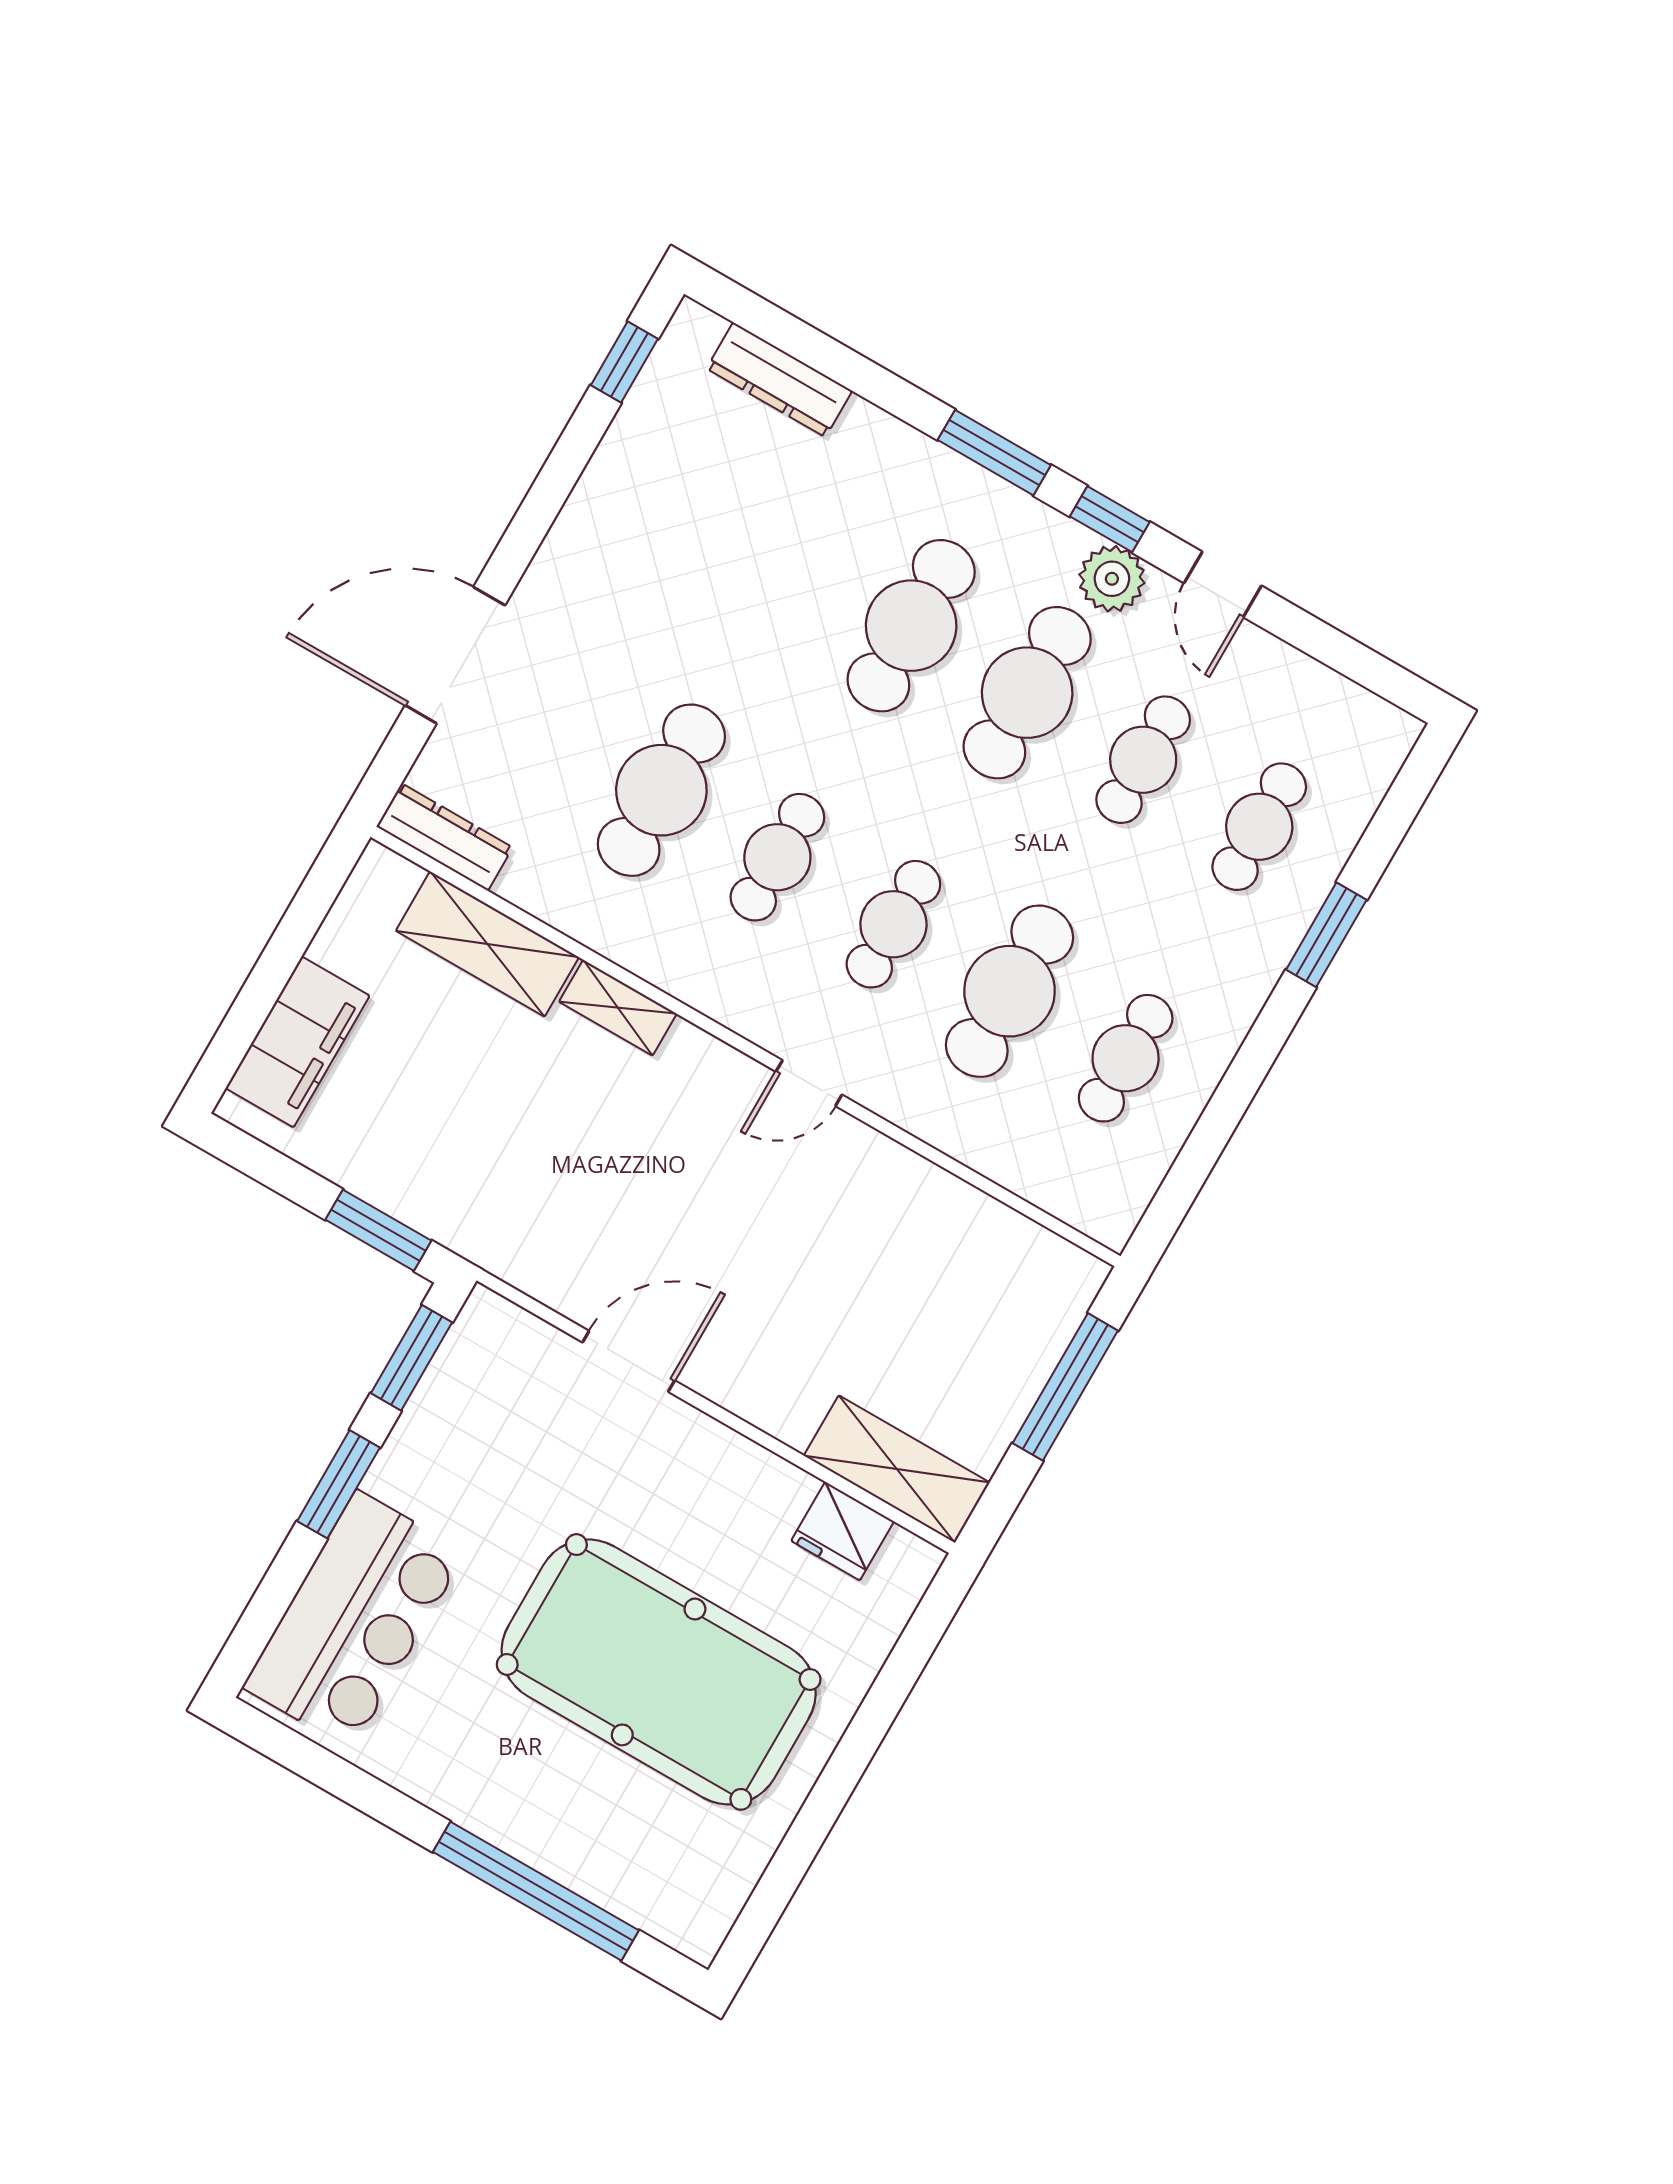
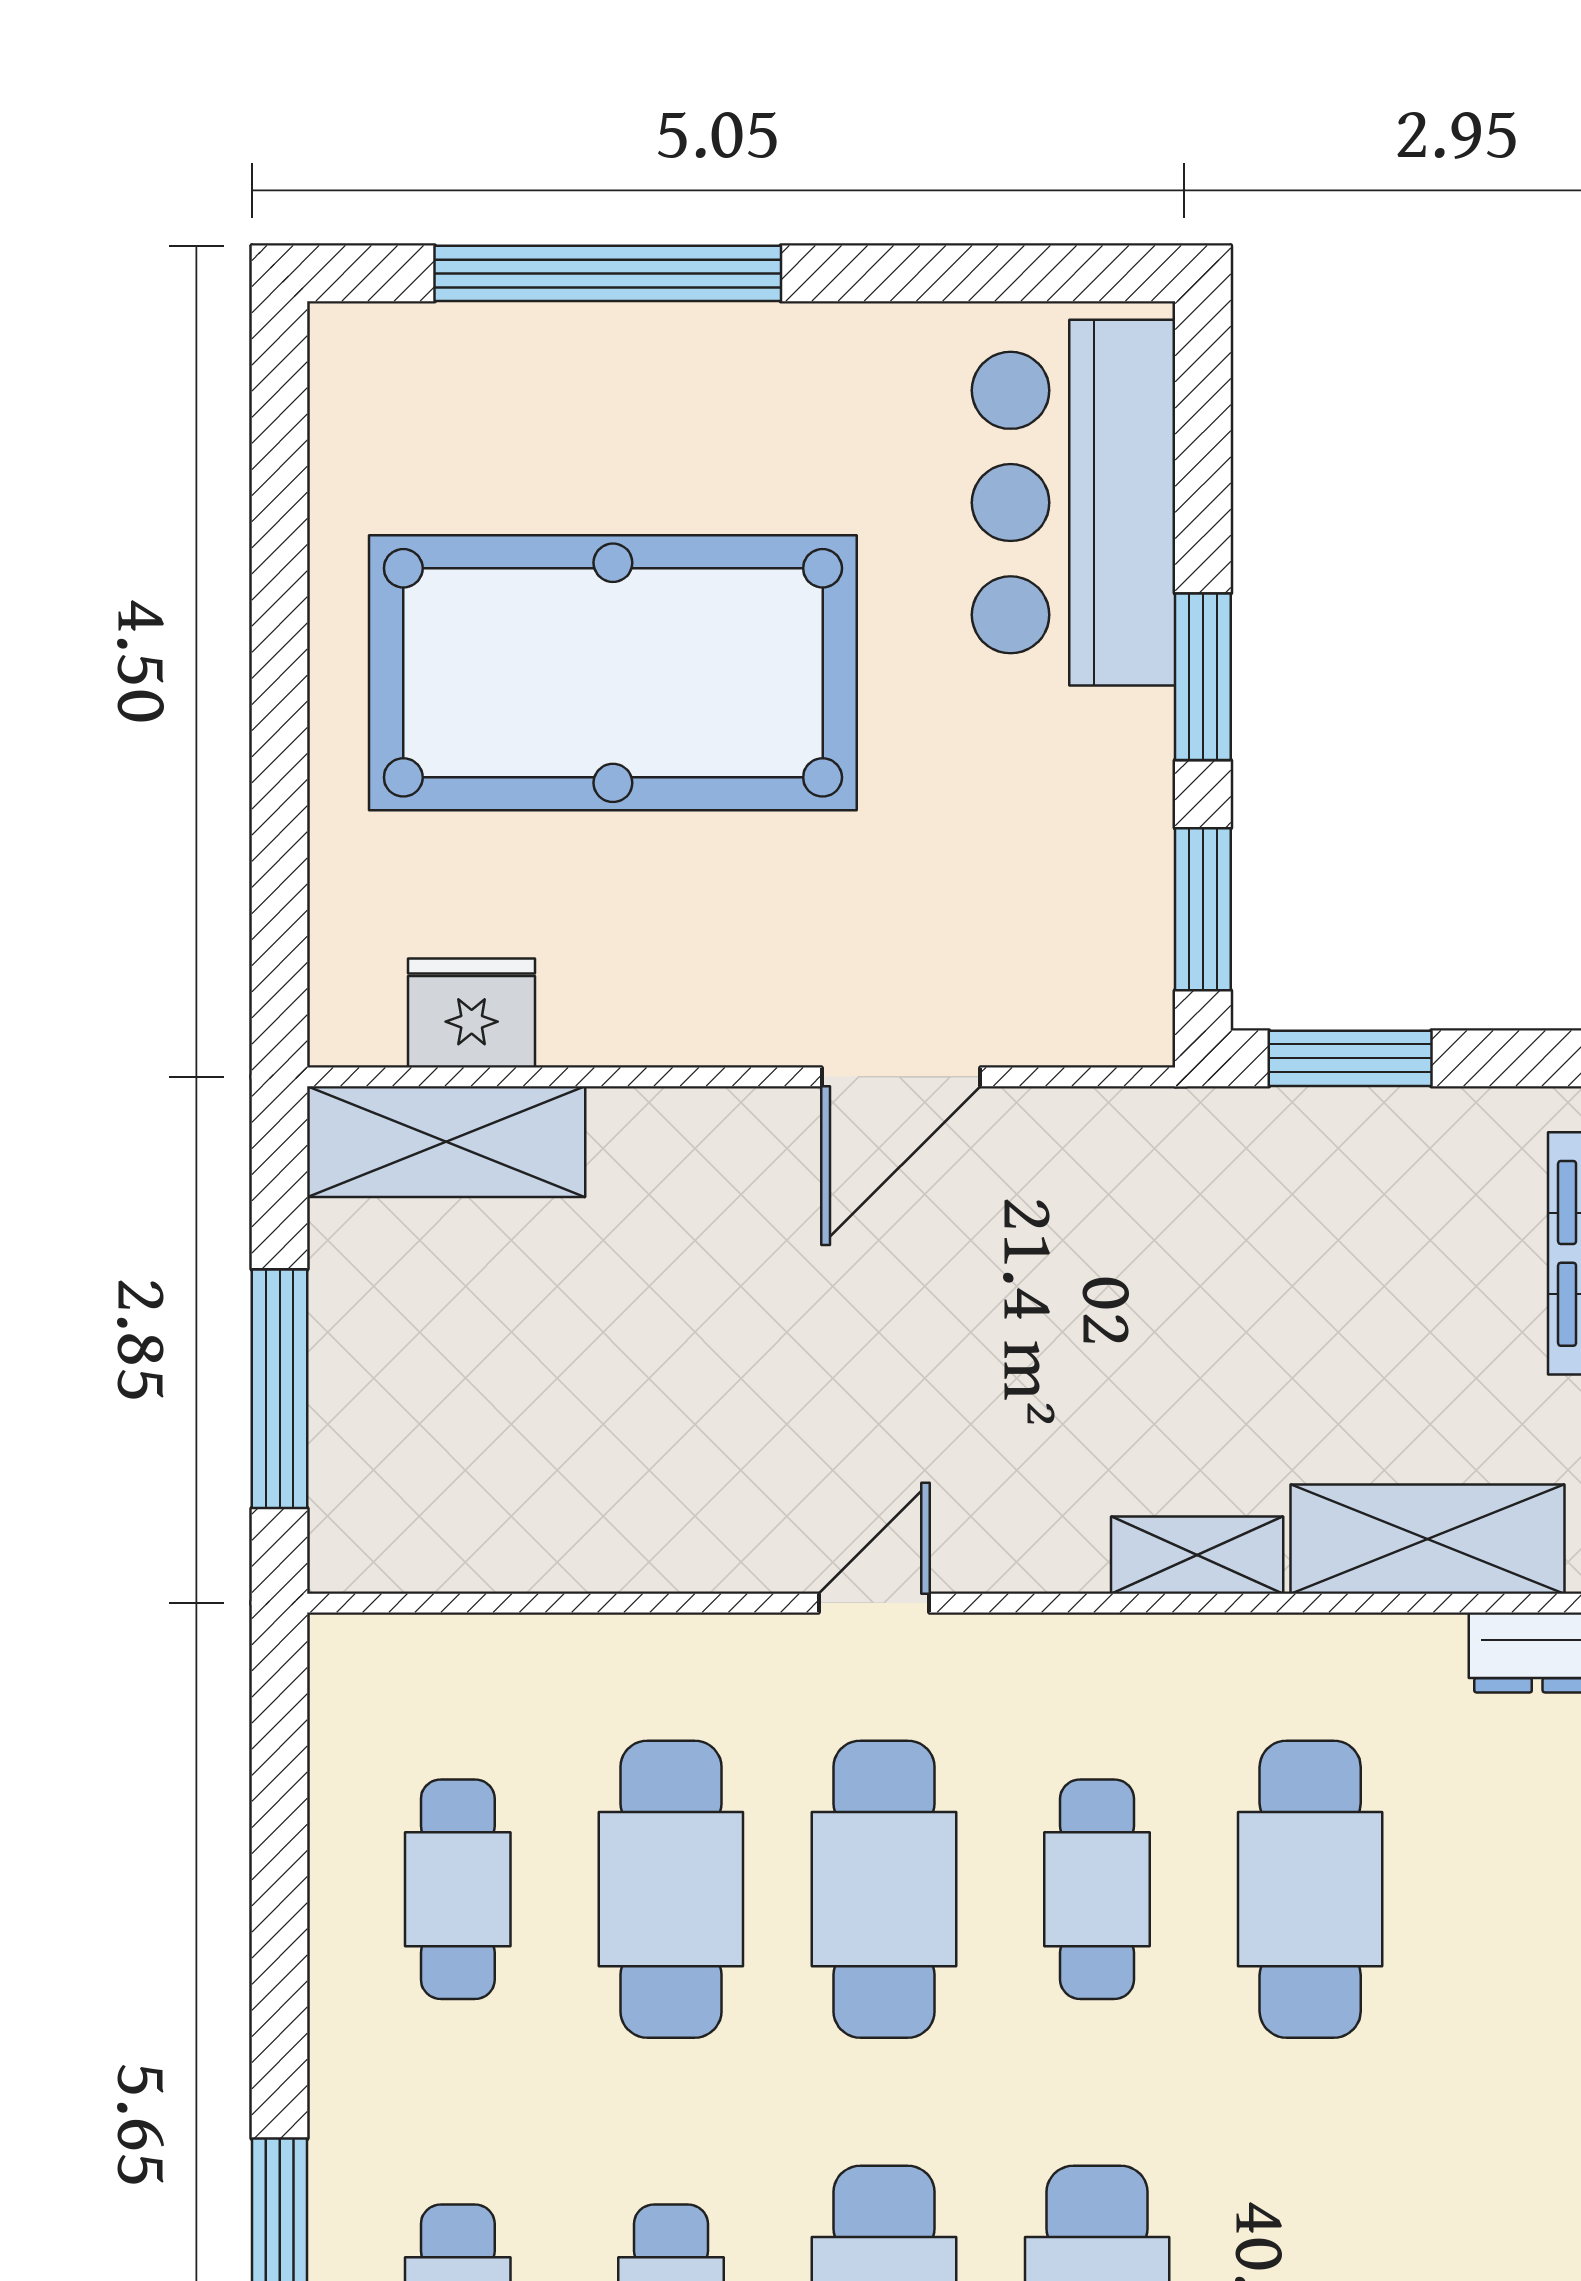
cafe table: (893, 924) -> (884, 1889), width x1.37, depth x1.35

